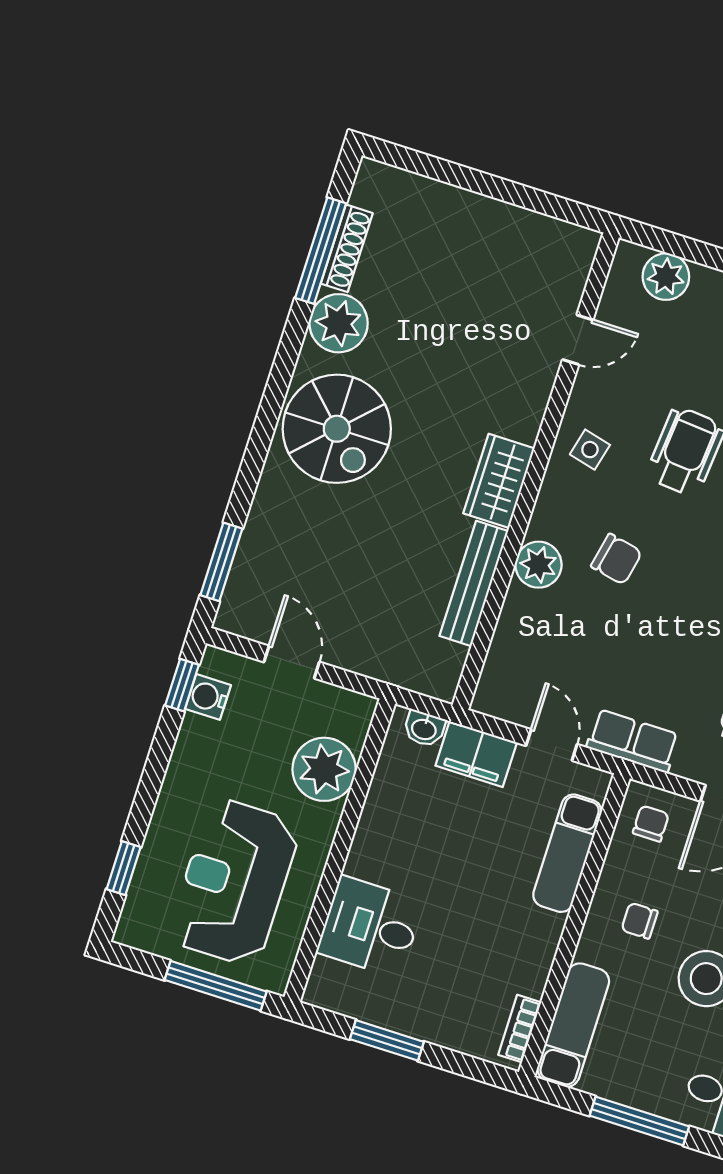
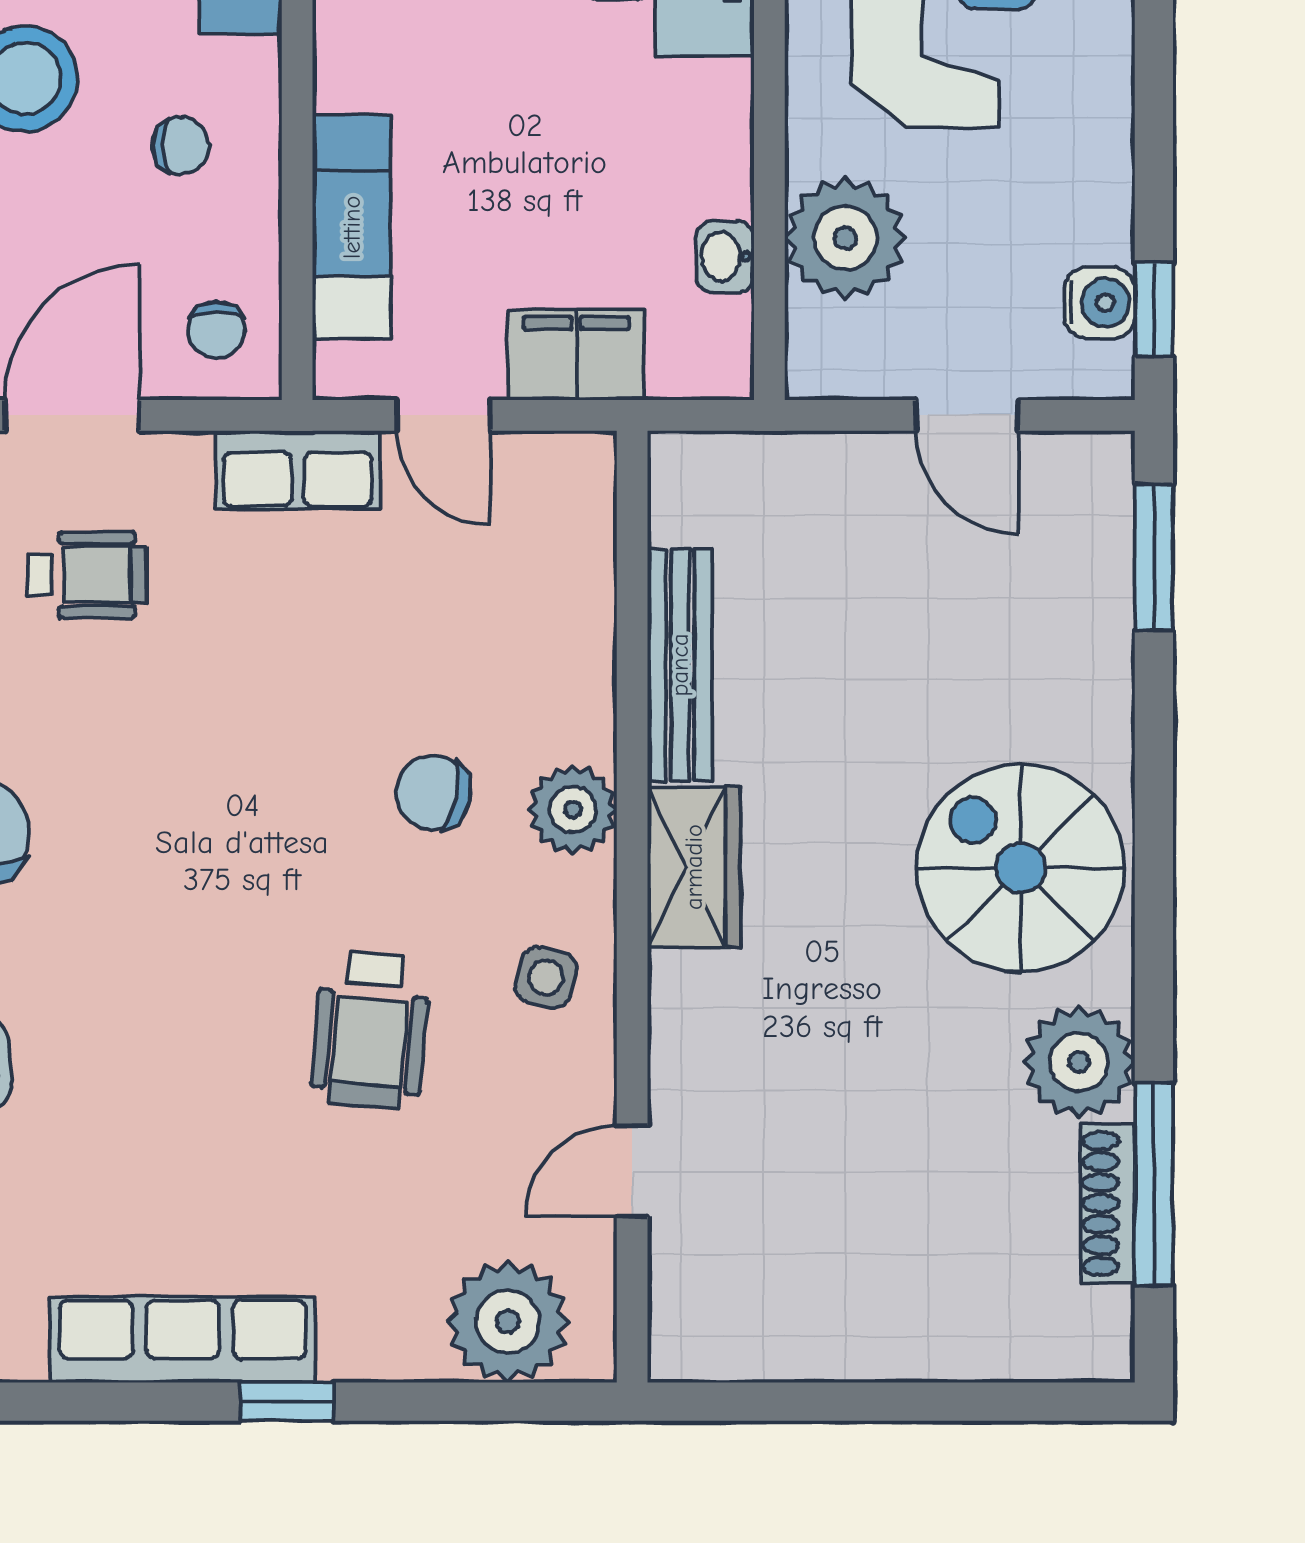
plant: (666, 277) -> (508, 1322), width x1.36, depth x1.36
plant: (538, 565) -> (573, 809), moved
washbasin: (424, 729) -> (725, 257), moved, turned -90

